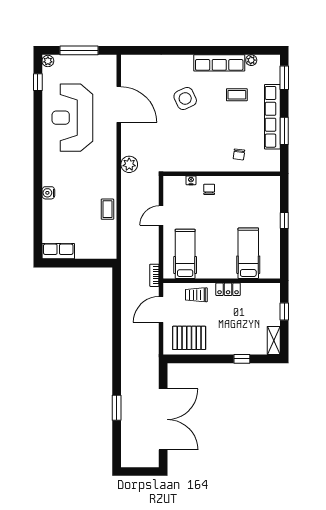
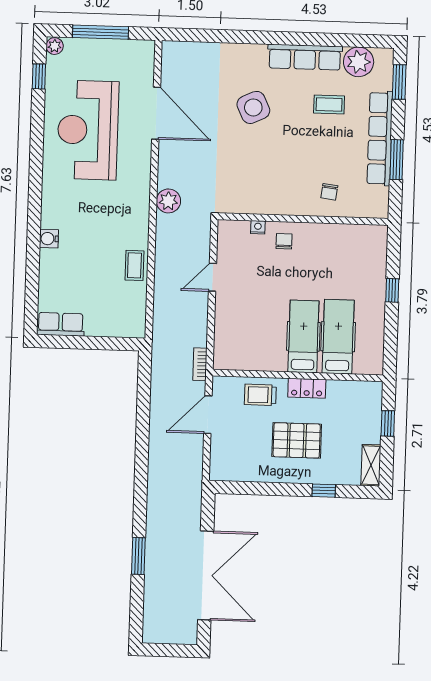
plant: (251, 60) -> (359, 62), width x1.88, depth x1.88
hospital bed: (185, 254) -> (303, 336), moved
pallet: (189, 338) -> (297, 440), moved

